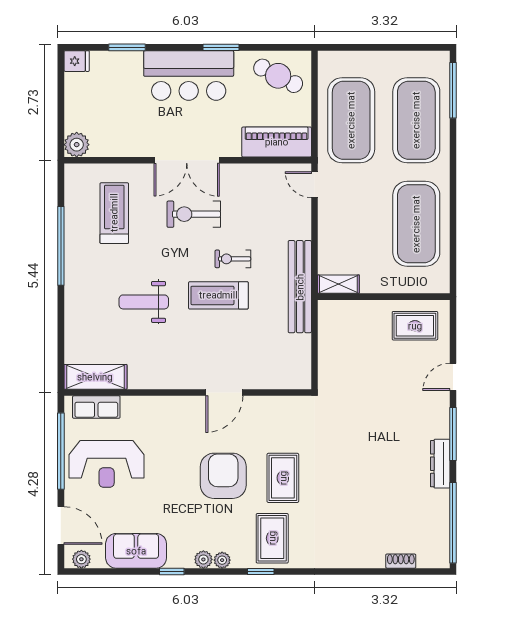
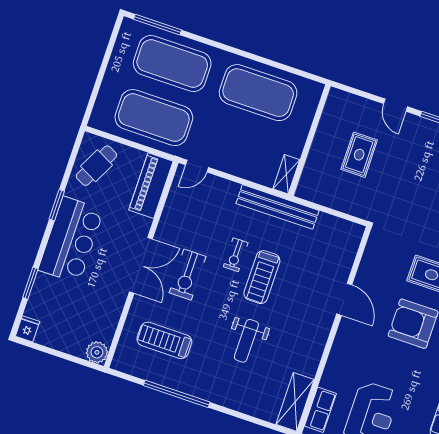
rug: (415, 326) -> (359, 155), moved

